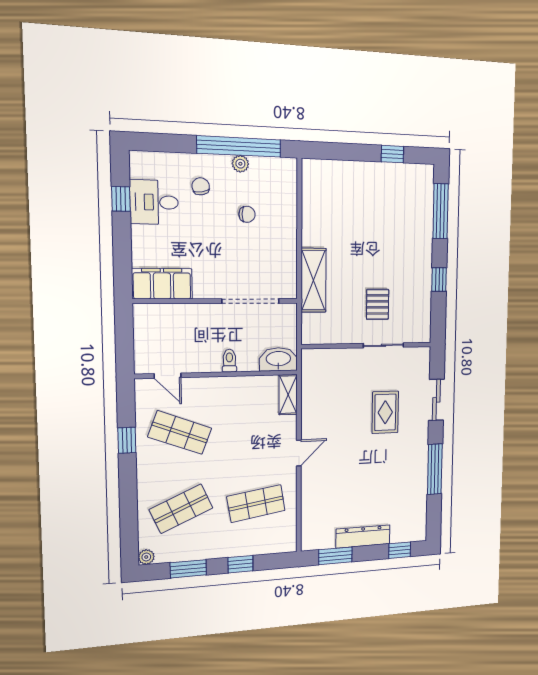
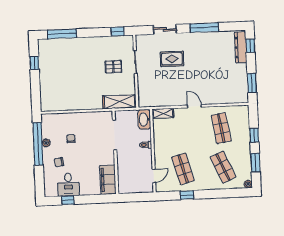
window: (439, 279) -> (117, 31), moved
shelving: (314, 280) -> (119, 102), moved
shop shelf: (180, 432) -> (183, 169), turned -36
dresser: (363, 536) -> (241, 47), moved

